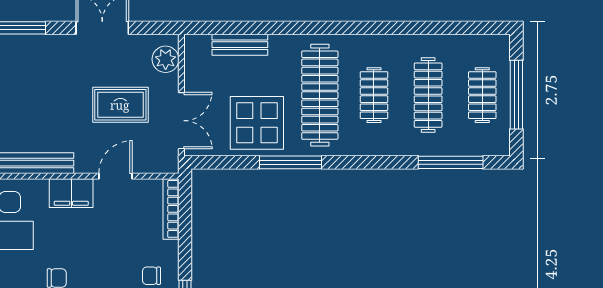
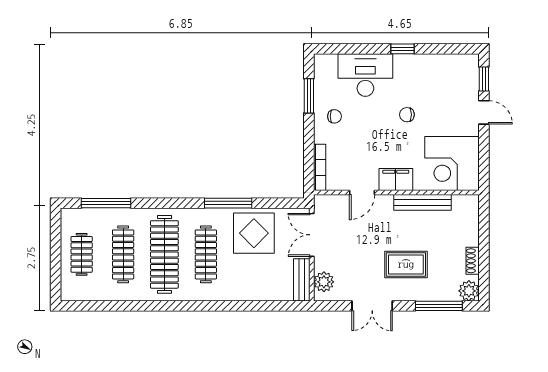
bench: (240, 45) -> (302, 280), moved, turned 90
clothes rail: (320, 95) -> (206, 254), width x0.73, depth x0.76
clothes rail: (374, 95) -> (164, 254), width x1.86, depth x1.31
window: (516, 95) -> (56, 255), removed
rug: (120, 105) -> (406, 264), moved

